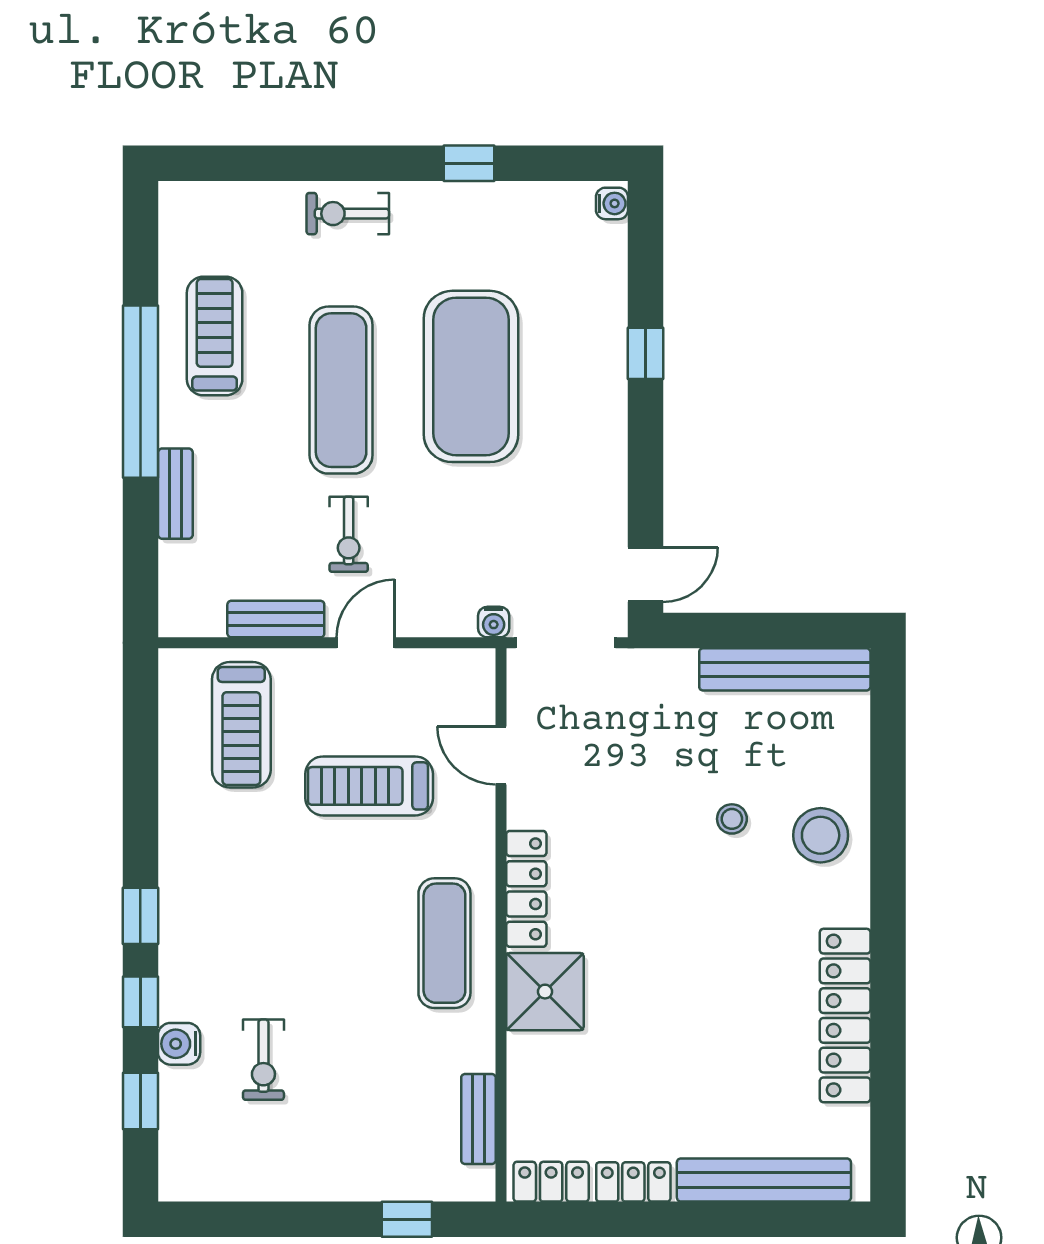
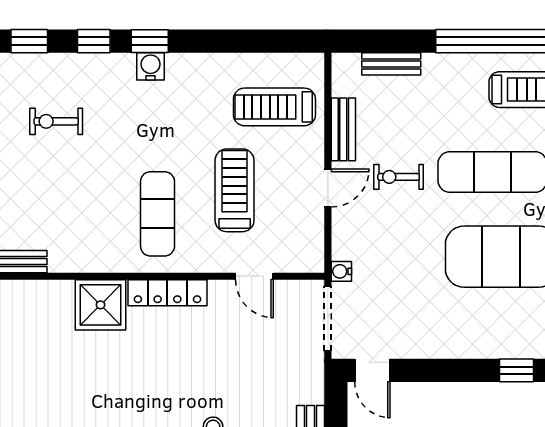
bench: (175, 494) -> (391, 64), moved
door: (366, 643) -> (328, 188), hinge flipped
door: (501, 755) -> (254, 276), swing flipped
exercise mat: (444, 943) -> (158, 214), moved, turned 90
water cooler: (179, 1044) -> (151, 66), moved

